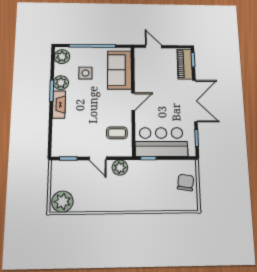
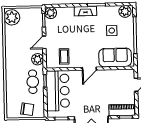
plant: (61, 83) -> (51, 13), moved
door: (133, 102) -> (89, 69), hinge flipped
cafe table: (150, 174) -> (33, 82), added

